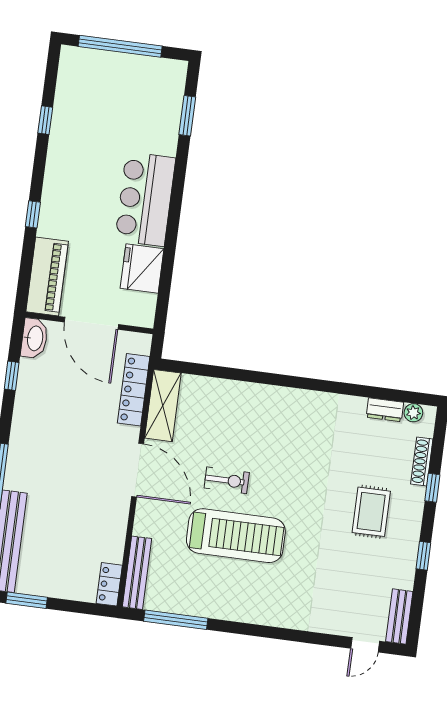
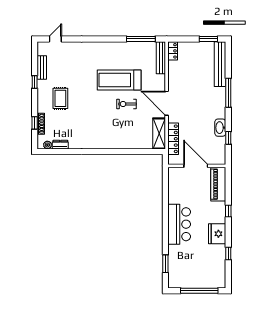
fridge: (142, 269) -> (217, 234), moved, turned 180
washbasin: (34, 338) -> (220, 128), moved
window: (432, 488) -> (35, 123), moved
bench: (399, 617) -> (42, 67), moved

